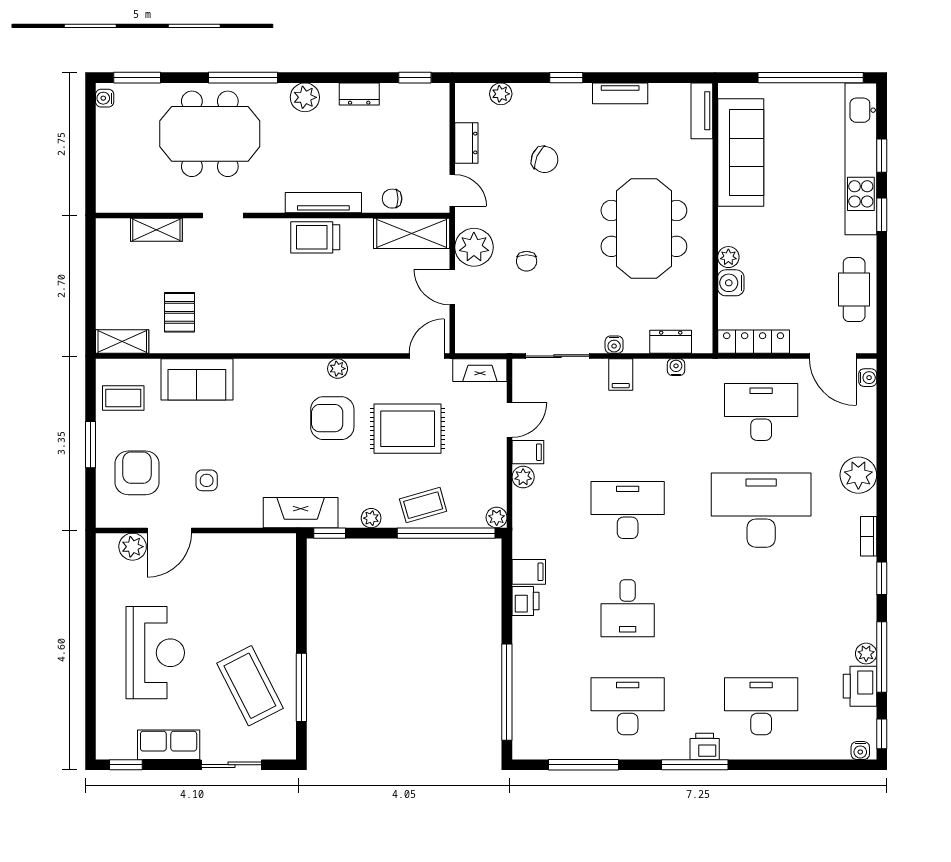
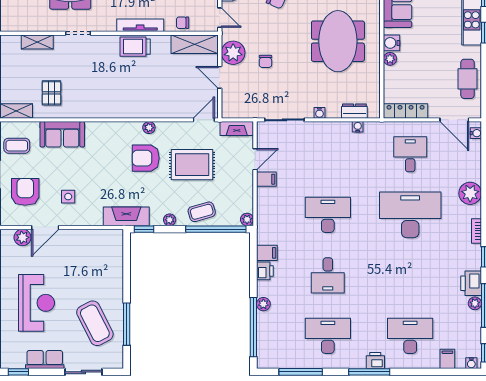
water cooler: (731, 283) -> (392, 43), moved
filing cabinet: (621, 374) -> (447, 359), moved, turned 180
desk: (761, 412) -> (410, 154), width x0.73
plant: (523, 477) -> (263, 304), moved
printer: (860, 686) -> (471, 283), moved

